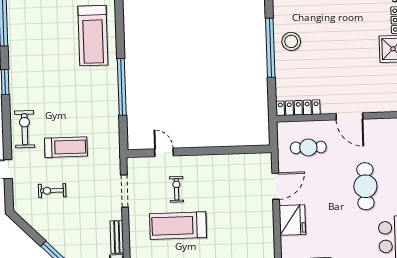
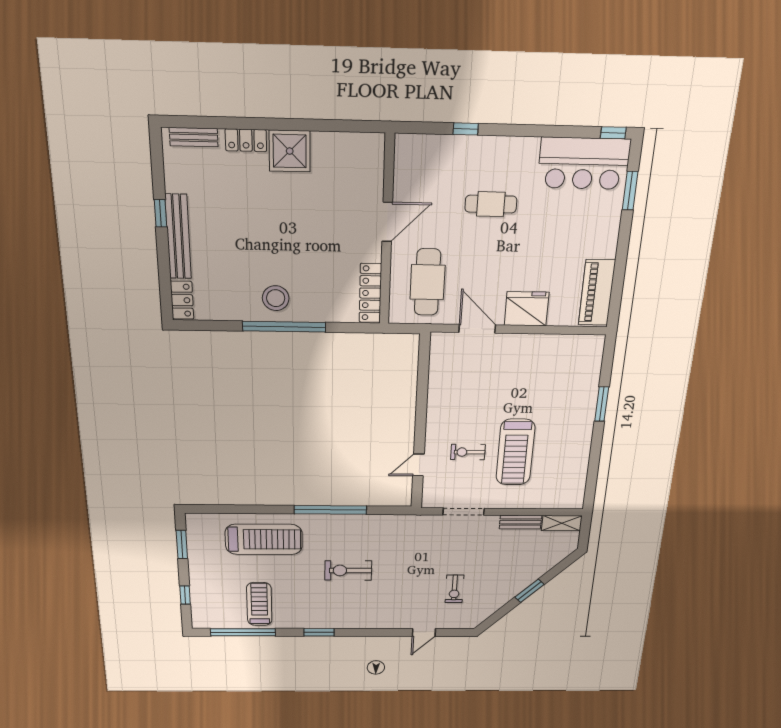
exercise bike: (25, 129) -> (348, 570), moved
treadmill: (66, 147) -> (259, 604), moved
cafe table: (308, 147) -> (427, 282), width x1.37, depth x1.35
cafe table: (365, 186) -> (491, 204), width x0.73, depth x0.74

